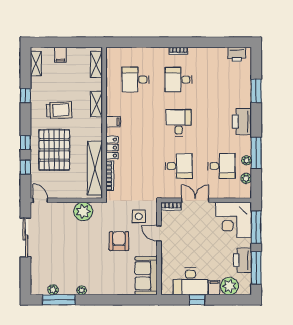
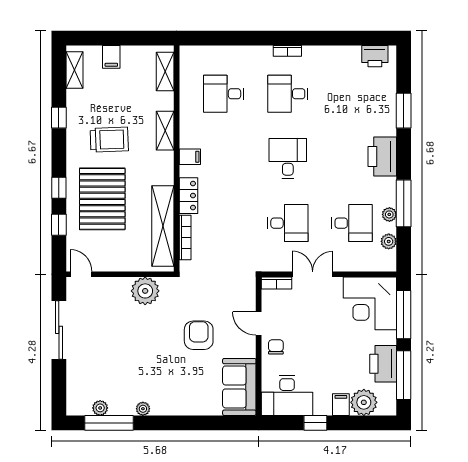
side table: (139, 216) -> (228, 298), removed
chair: (171, 249) -> (276, 347), added
desk: (190, 281) -> (287, 395), moved

